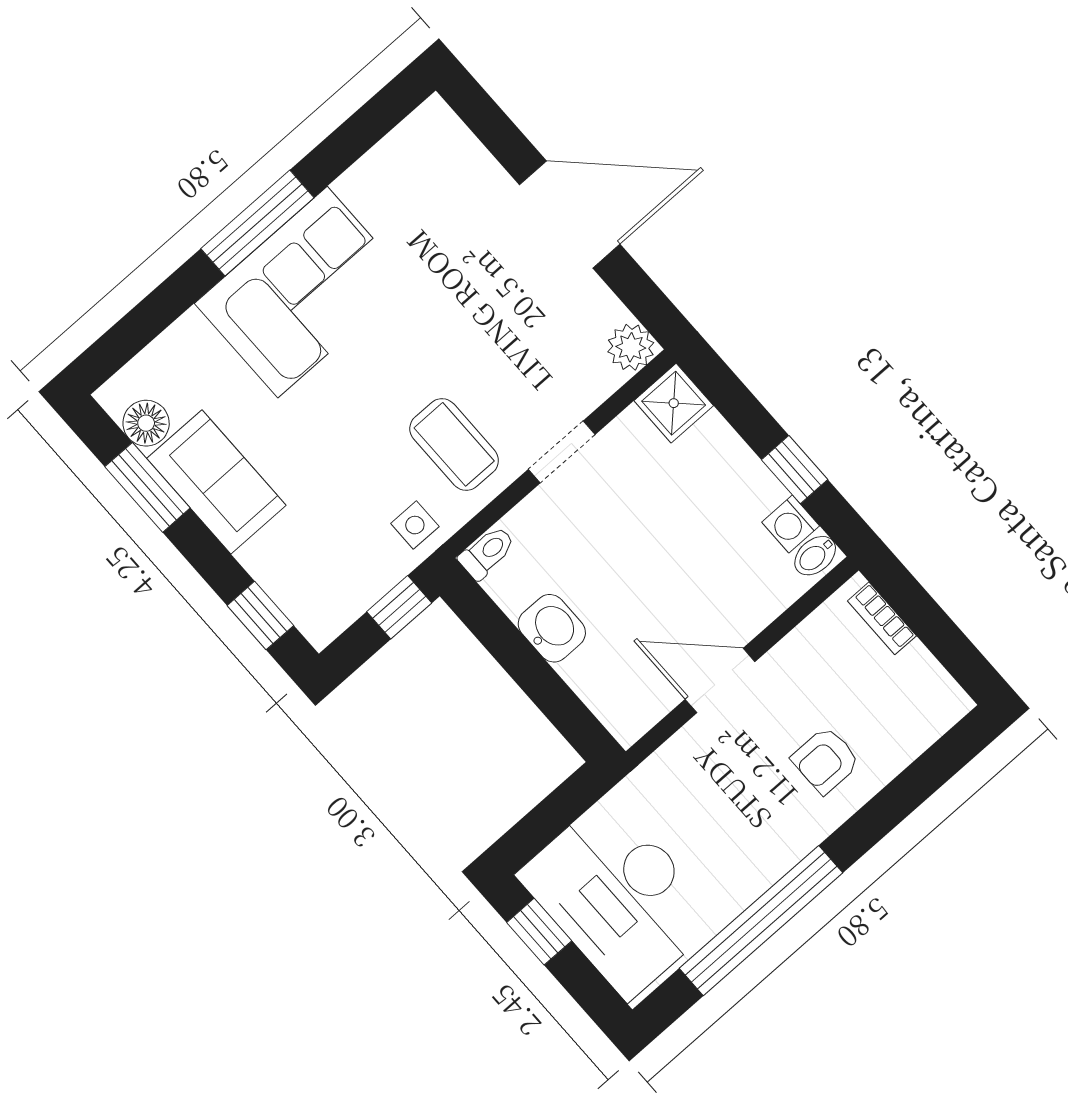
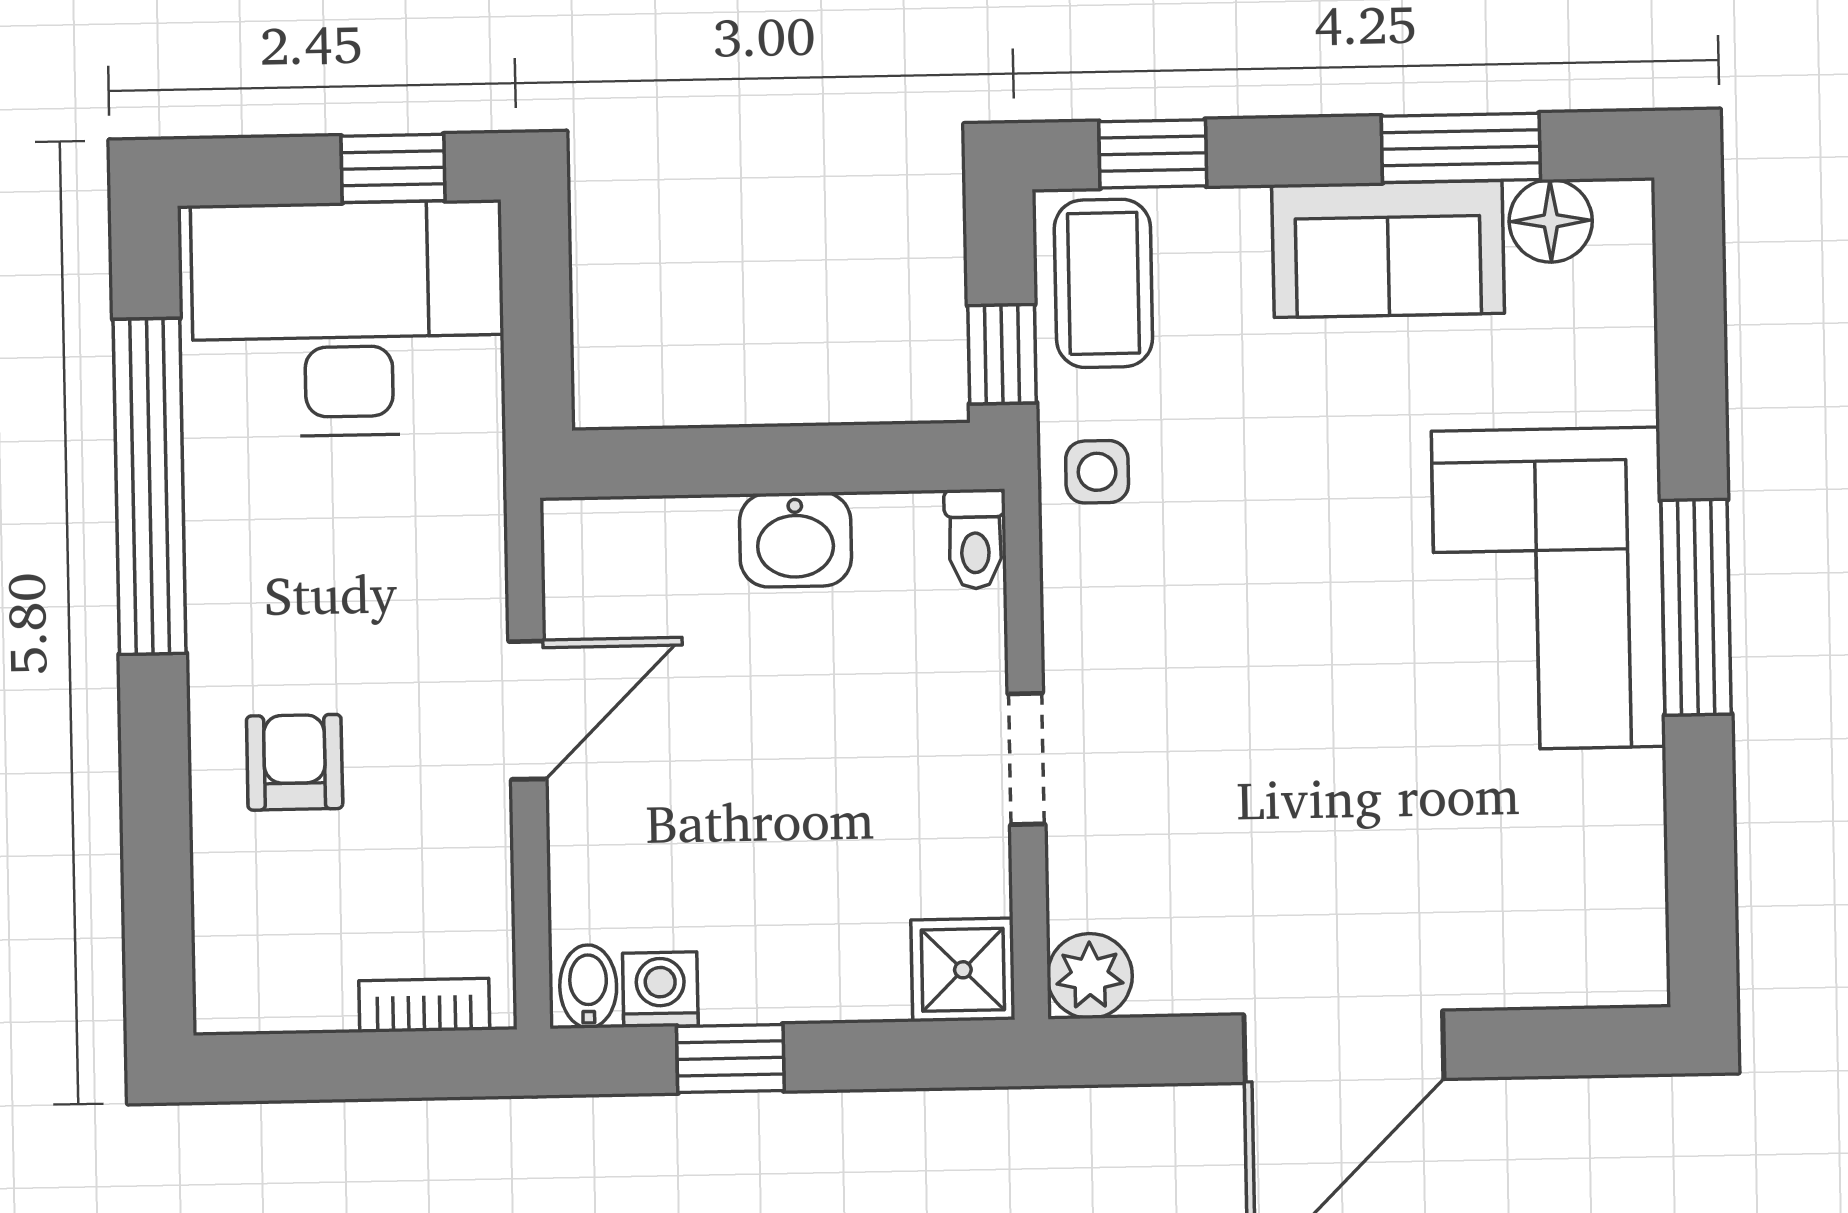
coffee table: (454, 444) -> (1103, 283), moved, turned 90

